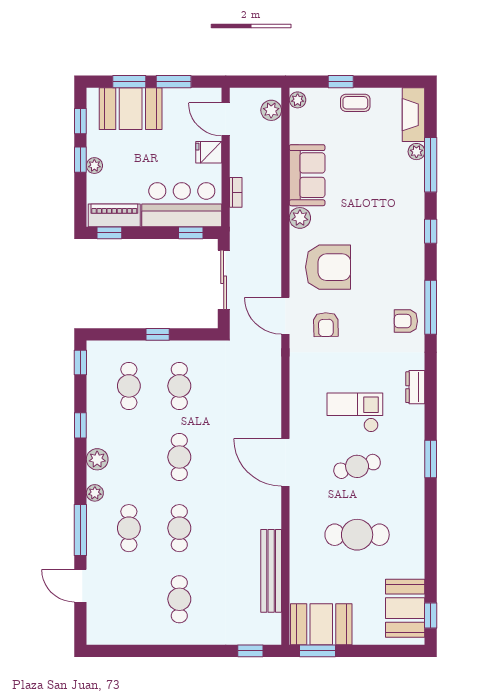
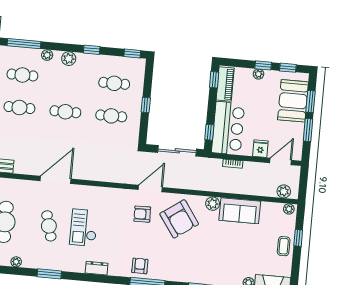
armchair: (328, 267) -> (179, 219), turned -35
checkout: (355, 413) -> (84, 228), turned 180
plant: (417, 512) -> (16, 262), added

